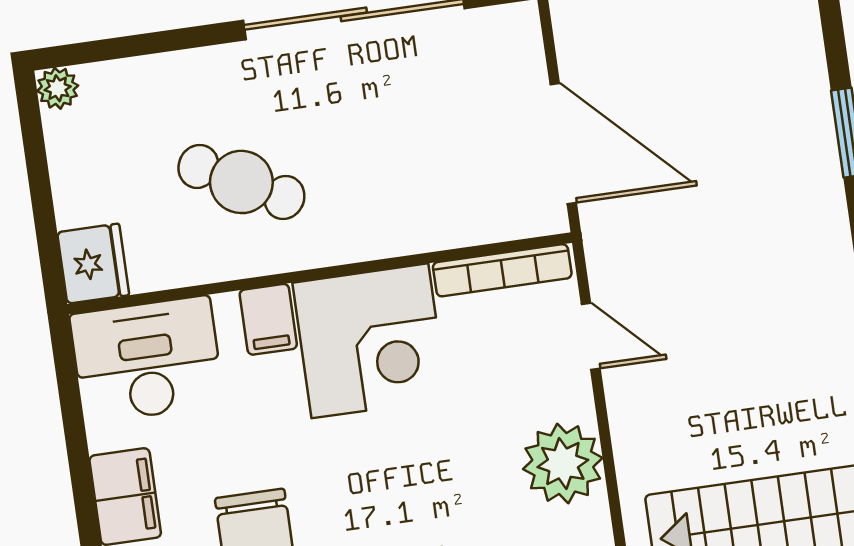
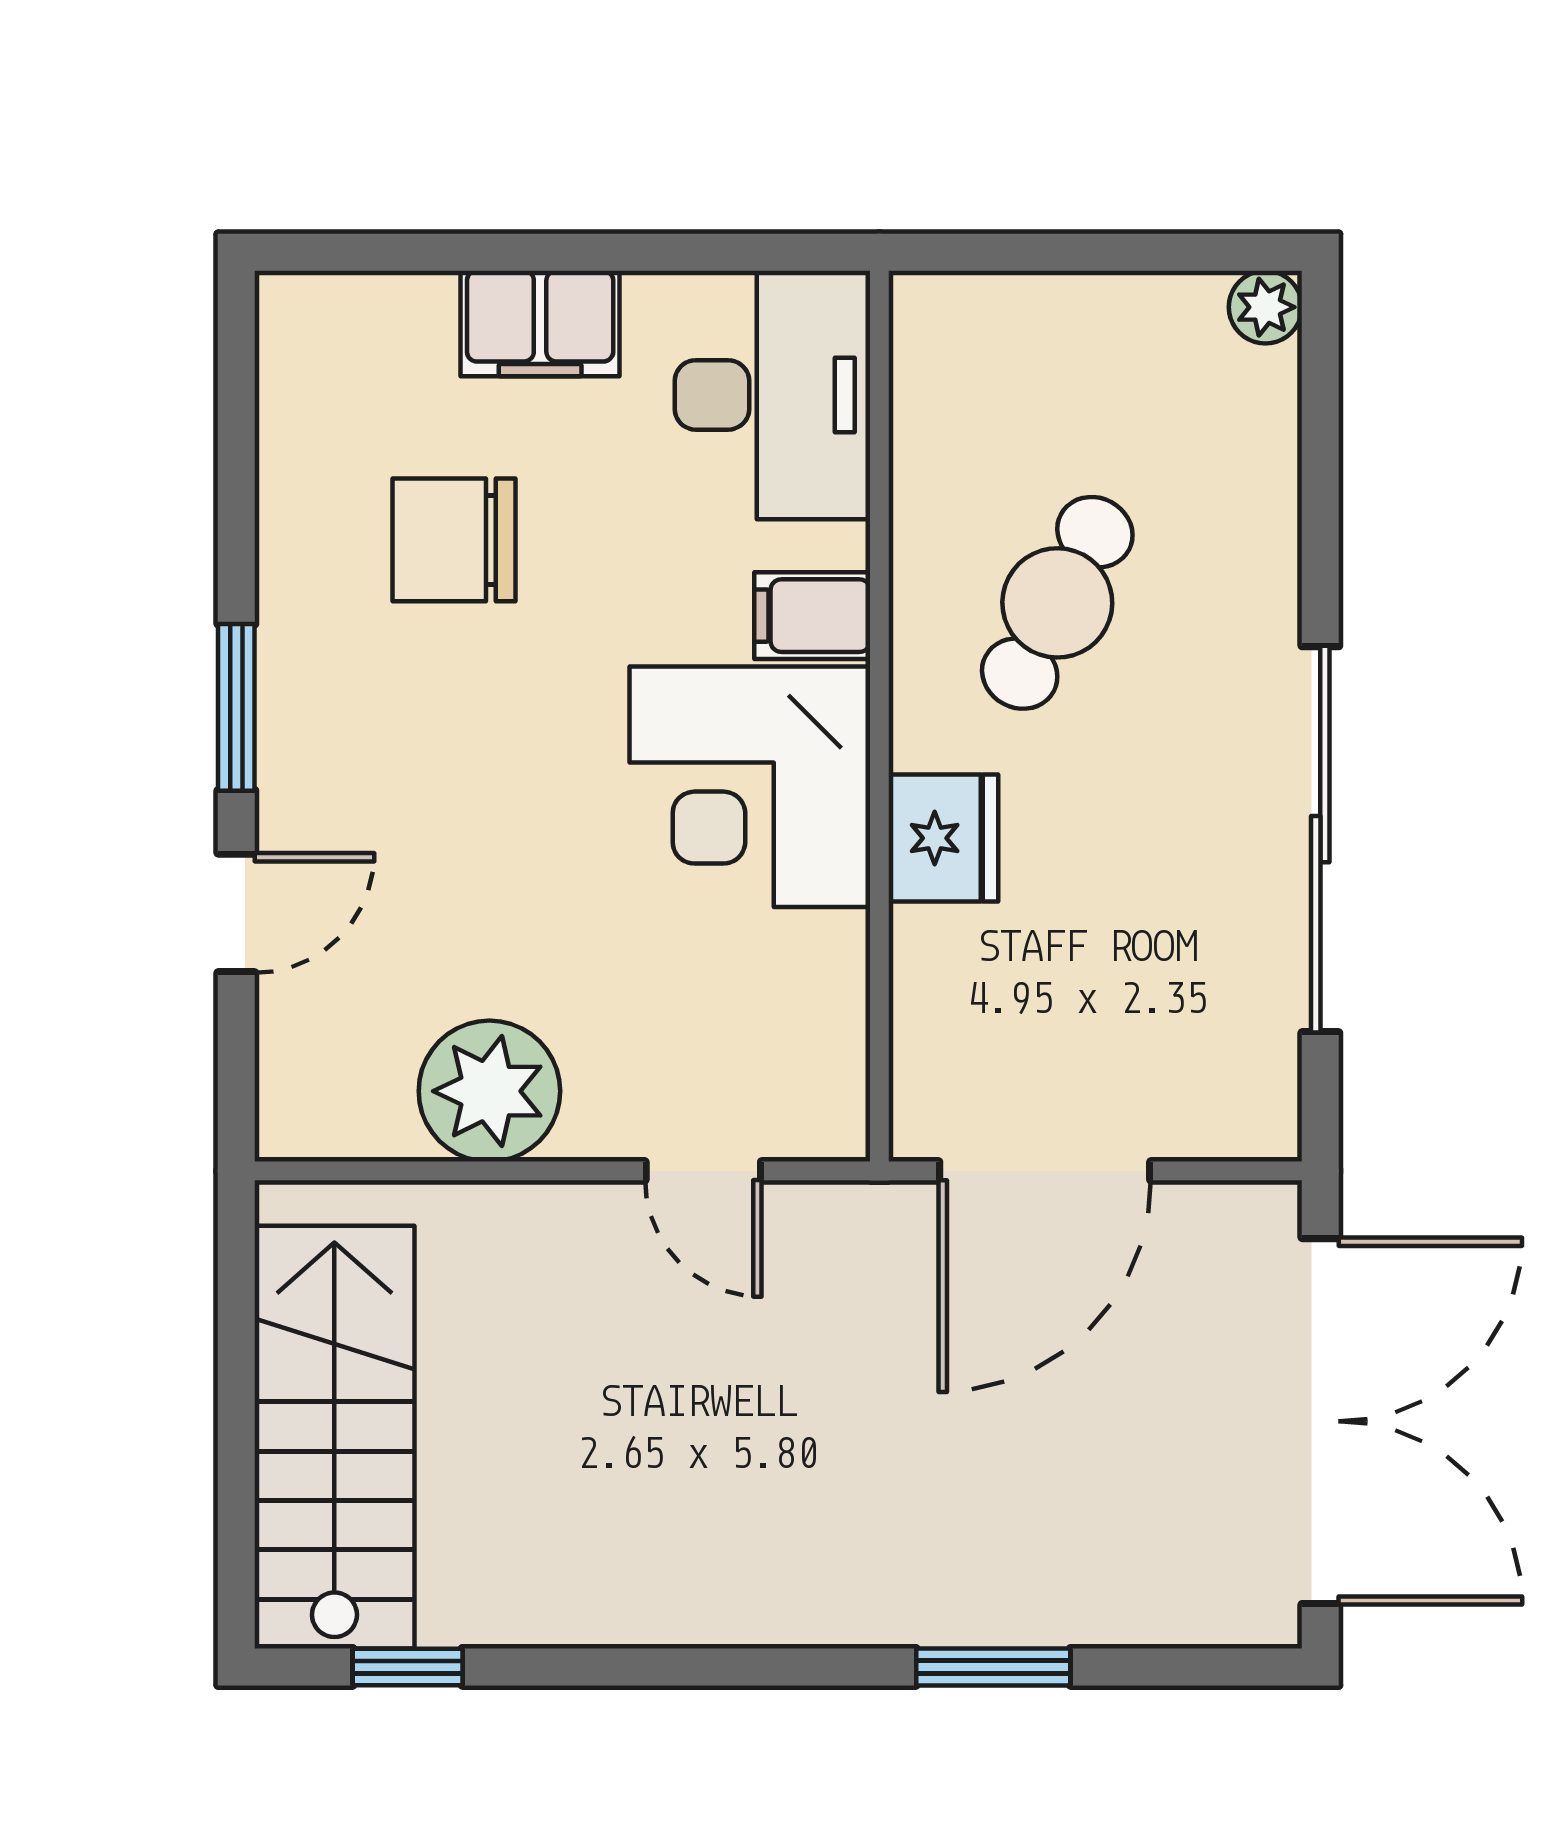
fridge: (93, 264) -> (943, 838), moved, turned -90
bookcase: (502, 270) -> (840, 1034), removed
door: (591, 336) -> (703, 1171), hinge flipped

